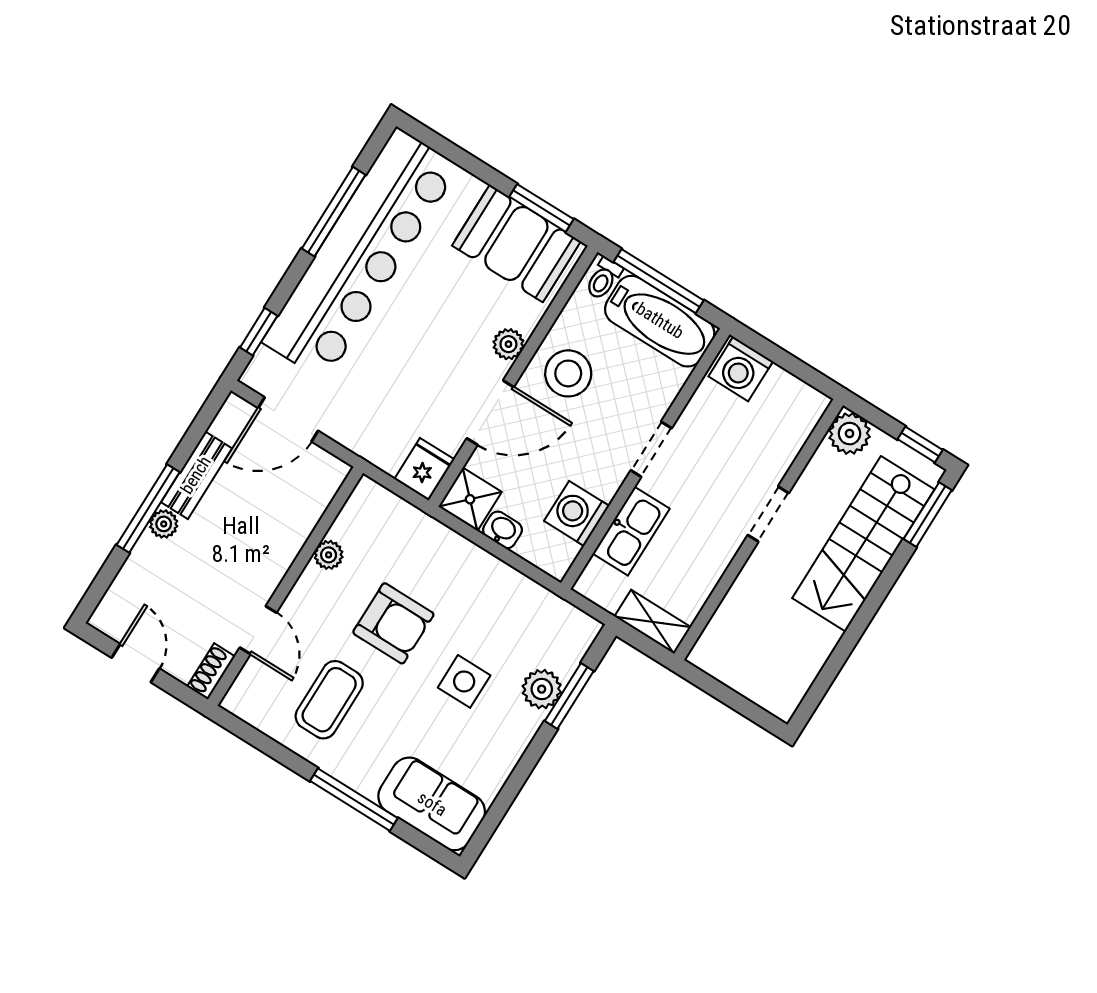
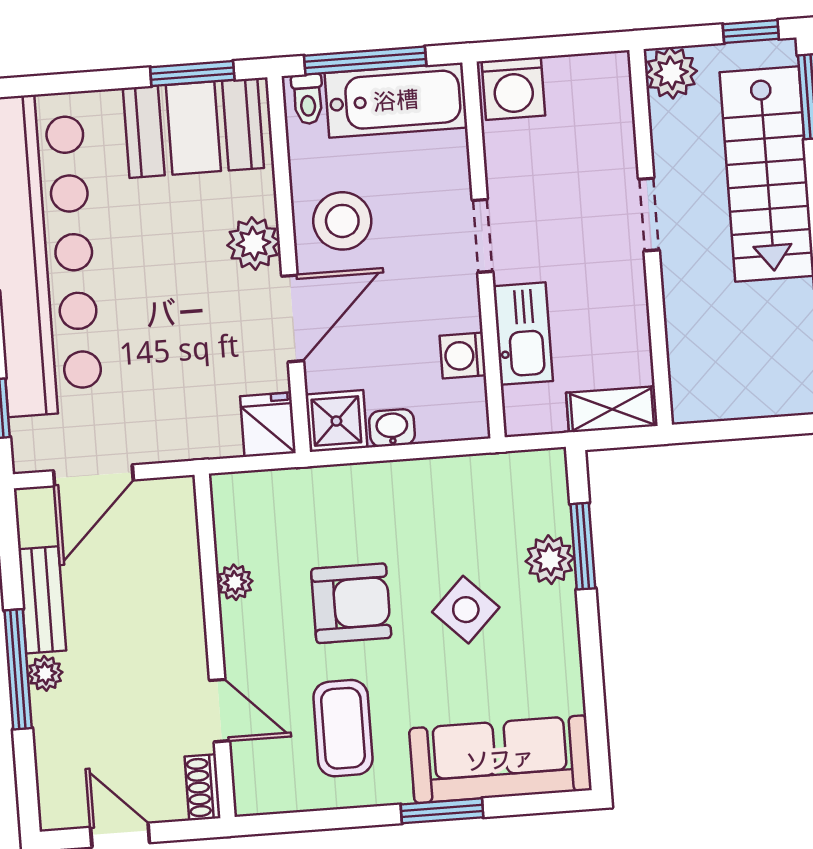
plant: (508, 344) -> (254, 243), width x1.38, depth x1.38
washing machine: (577, 513) -> (463, 356), width x0.73, depth x0.73
side table: (464, 681) -> (466, 610), turned 45
window: (354, 800) -> (442, 811), width x0.69
sofa: (432, 804) -> (500, 759), width x1.36

